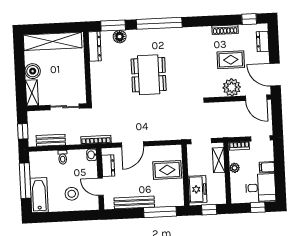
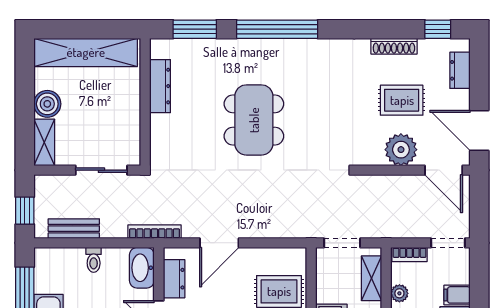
floor lamp: (120, 37) -> (205, 50), removed
dresser: (95, 46) -> (160, 86), moved
washbasin: (92, 155) -> (142, 268), width x1.91, depth x1.45

